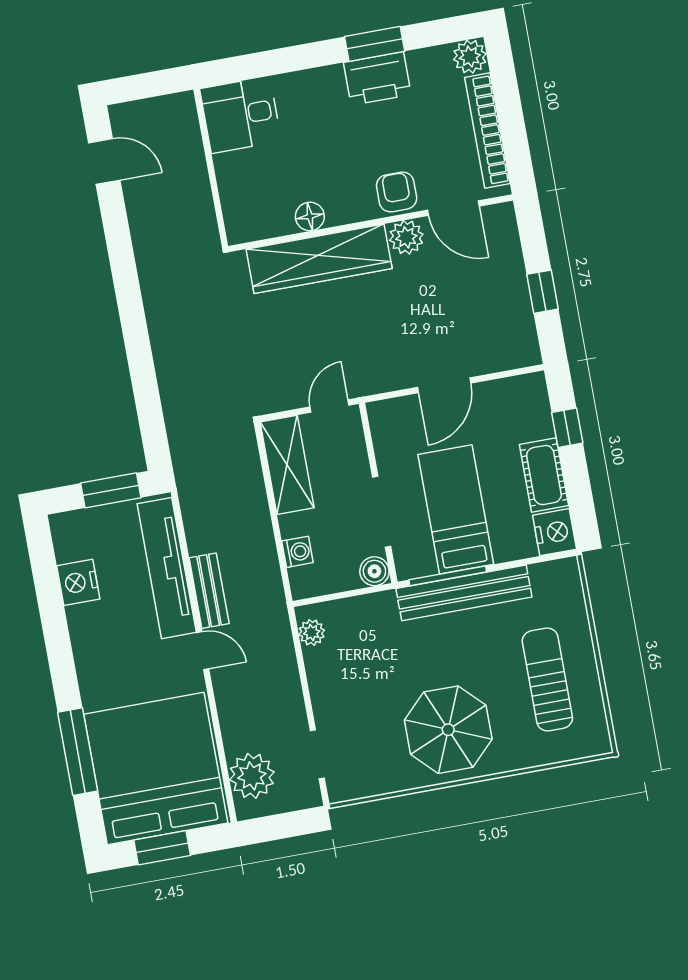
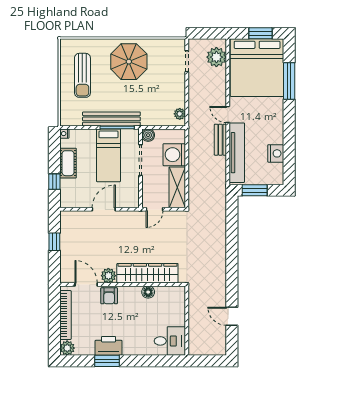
door: (104, 161) -> (232, 316), moved
nightstand: (555, 532) -> (64, 134), width x0.53, depth x0.56
washing machine: (297, 552) -> (174, 155), width x1.89, depth x1.89

